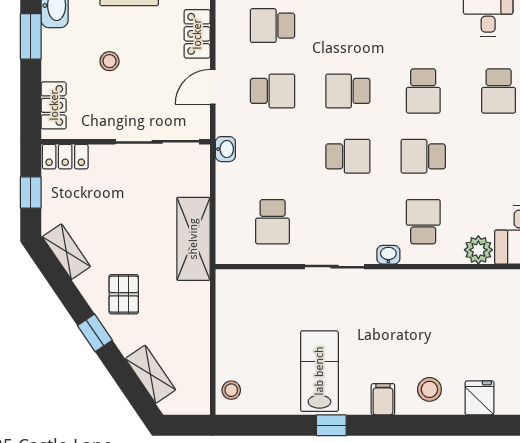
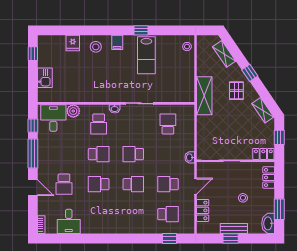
school desk: (423, 91) -> (99, 184), turned -90
school desk: (499, 91) -> (64, 184), turned 180
shelving: (193, 239) -> (204, 96), moved

